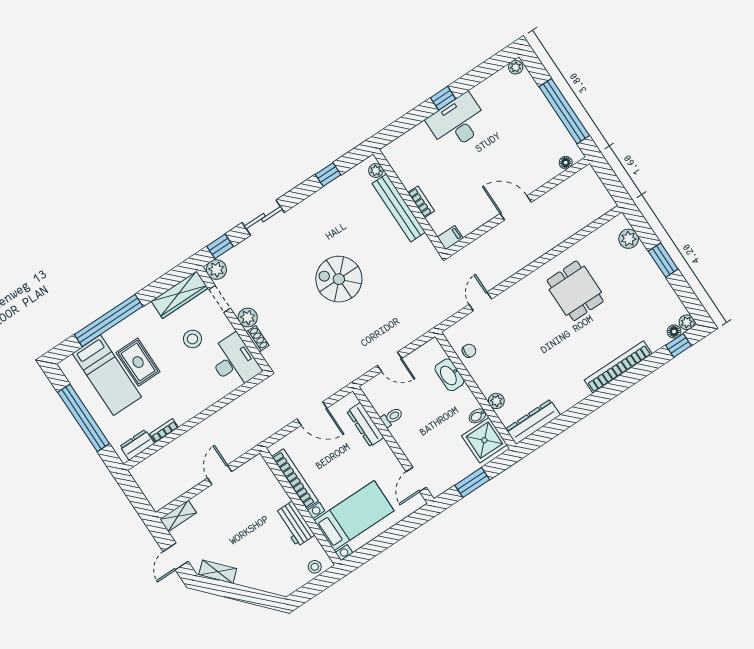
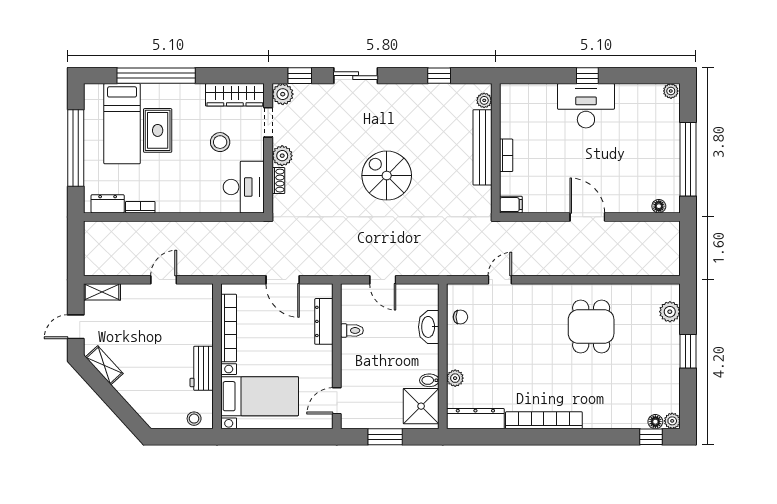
bookcase: (618, 367) -> (544, 420), moved

